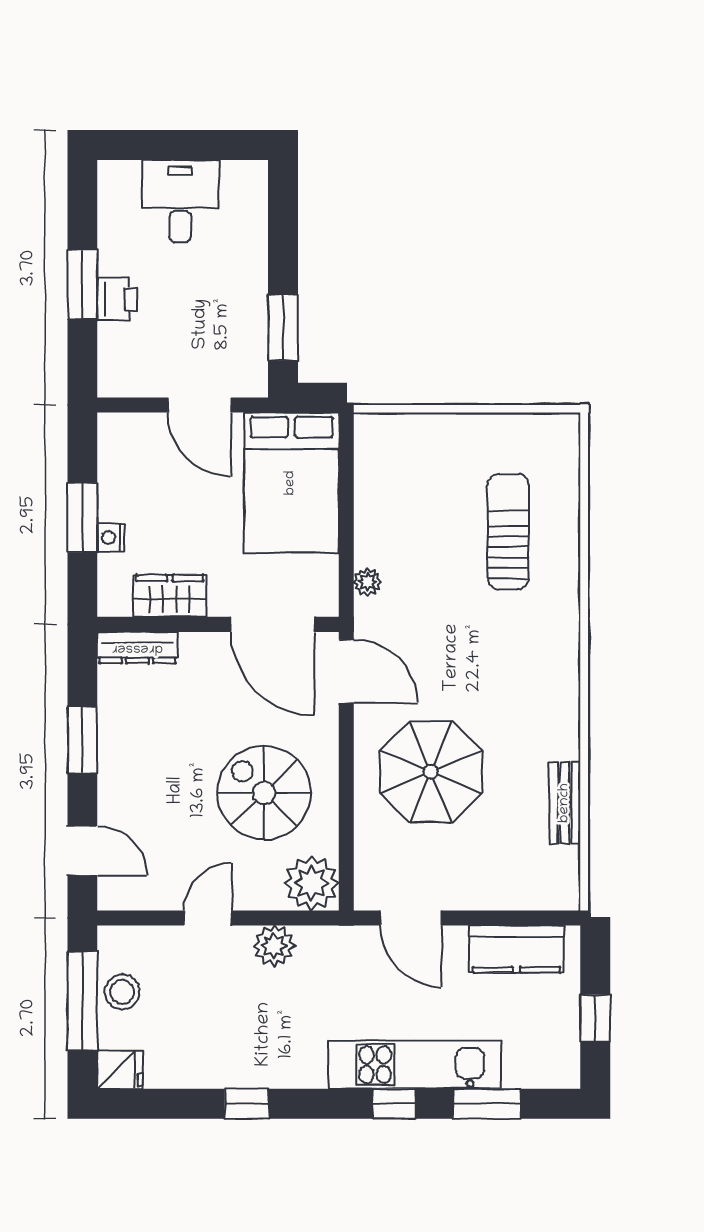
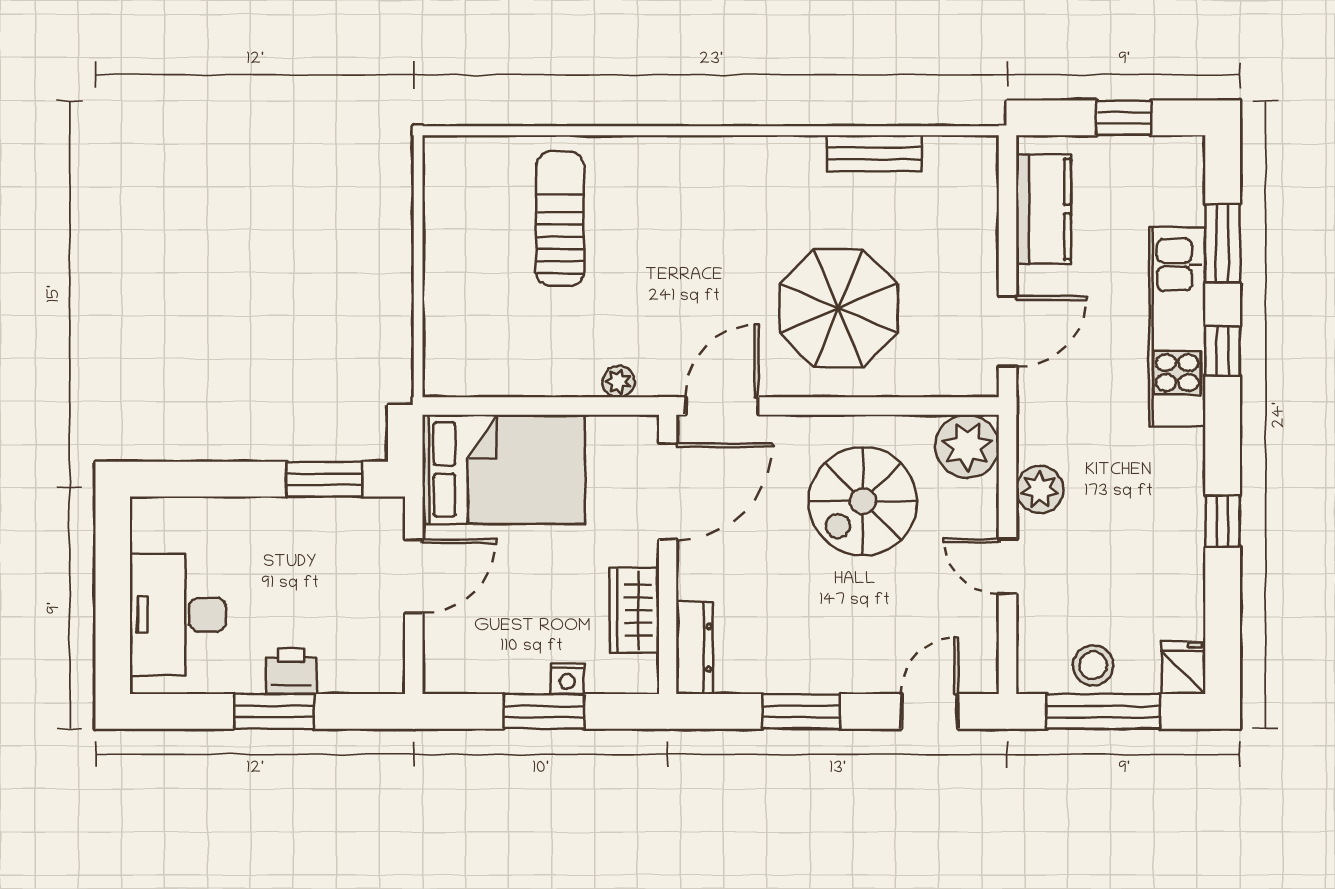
desk: (180, 201) -> (178, 615), width x1.37
sun lounger: (508, 531) -> (560, 219), turned 90

